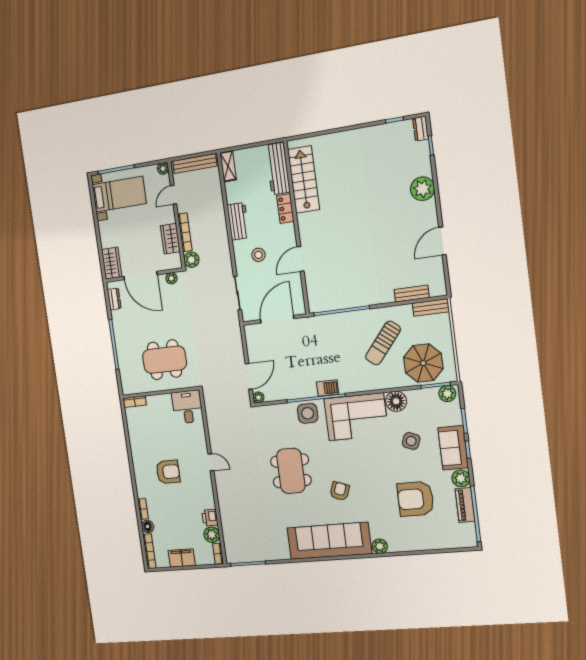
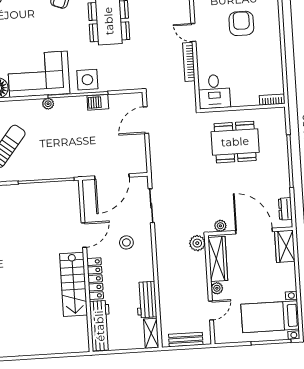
bench: (195, 163) -> (186, 340), width x0.73
plant: (163, 169) -> (217, 288), moved
stairs: (304, 180) -> (73, 284), moved
locker: (285, 209) -> (95, 279), width x1.53
workbench: (238, 221) -> (146, 300), moved
bookcase: (185, 232) -> (189, 62), moved
wardrobe: (170, 239) -> (218, 259), width x1.50
barbecue: (328, 388) -> (98, 102), moved
plant: (258, 397) -> (48, 104), moved
armchair: (168, 472) -> (241, 23), turned 90

